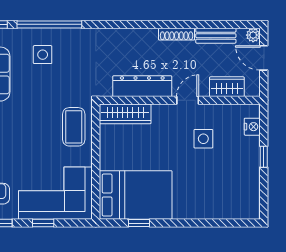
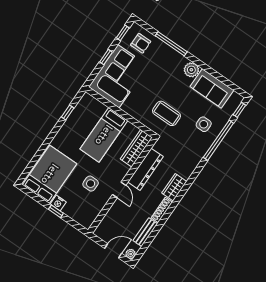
wardrobe: (227, 87) -> (174, 187), moved, turned 180
coffee table: (74, 127) -> (166, 113), moved
nightstand: (252, 127) -> (58, 203), moved
bed: (226, 194) -> (50, 174), added
bed: (136, 195) -> (104, 135), moved, width x0.67

